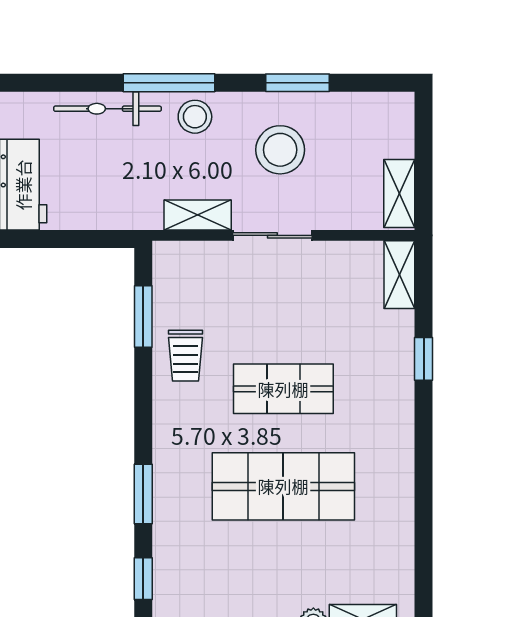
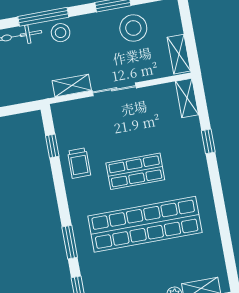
stool: (280, 150) -> (133, 28), moved
window: (143, 317) -> (52, 146), width x0.67
shop shelf: (283, 486) -> (145, 224), width x1.40

